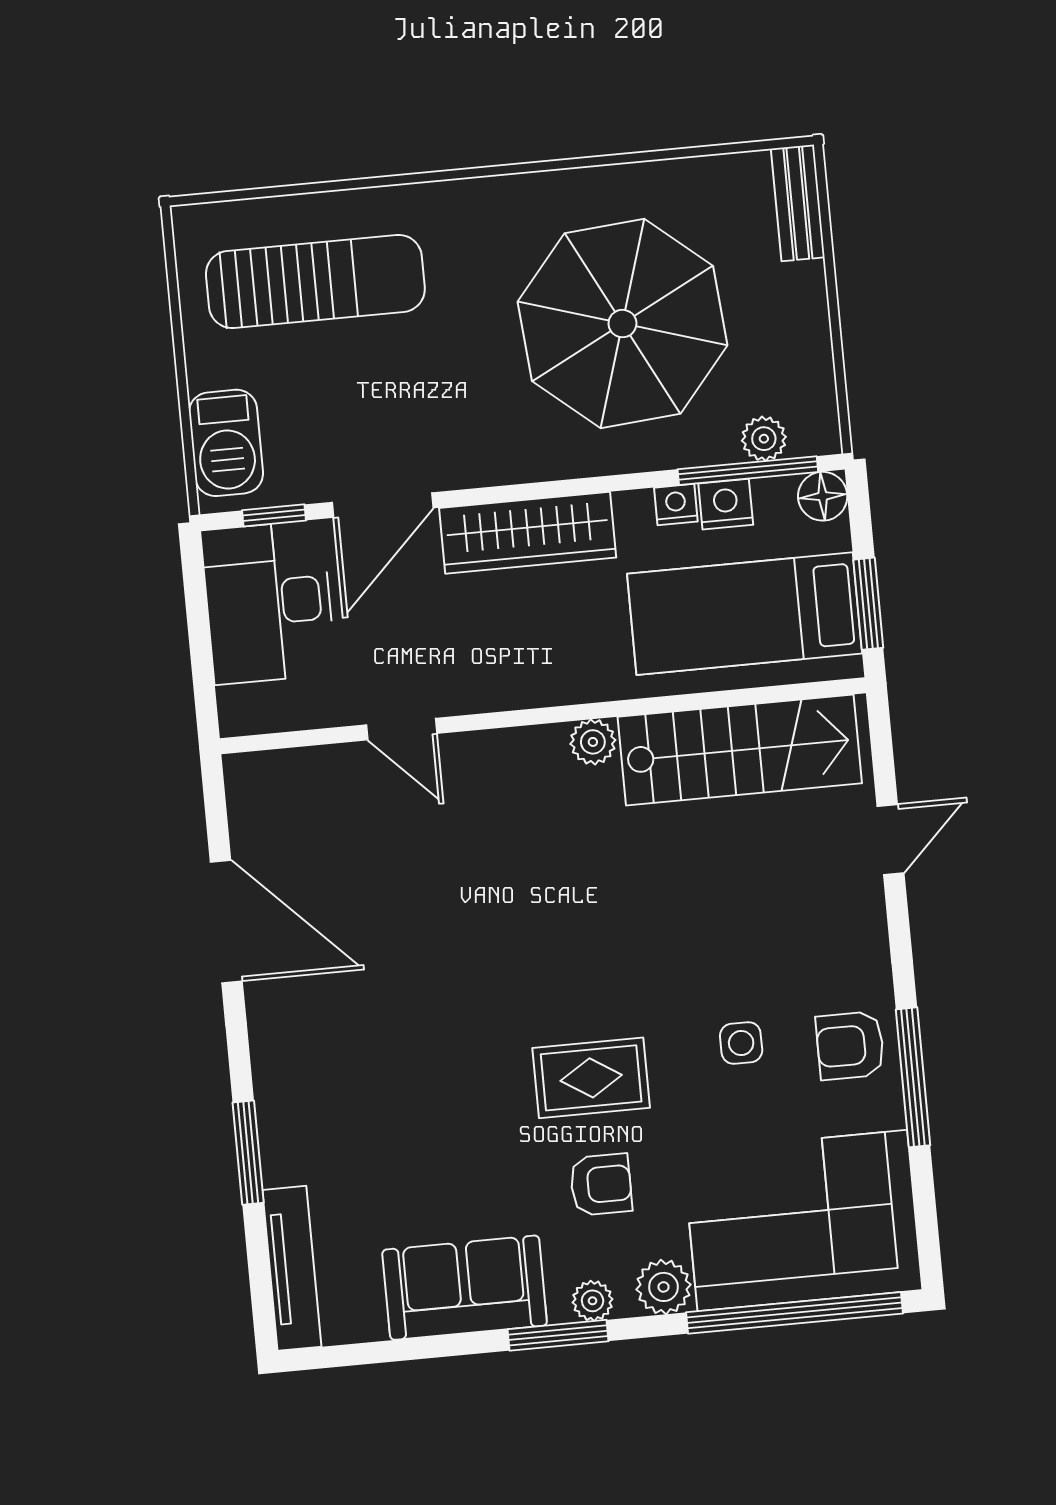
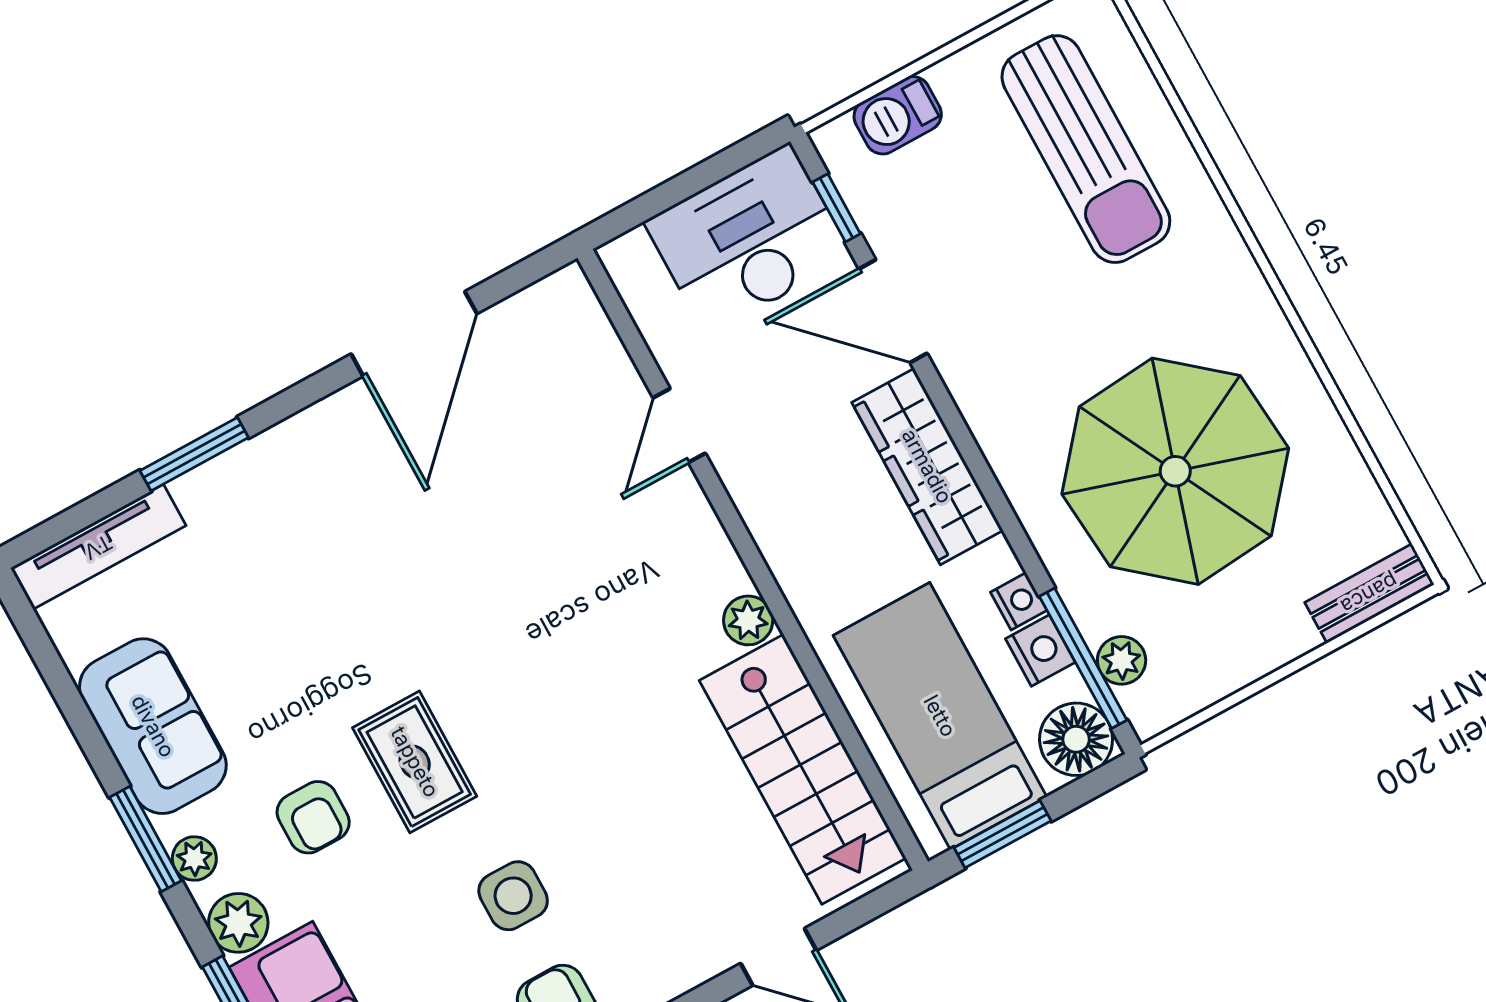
barbecue: (226, 443) -> (898, 115), width x0.73, depth x0.79
floor lamp: (823, 496) -> (1076, 739), width x1.38, depth x1.38
side table: (741, 1043) -> (513, 896), width x1.37, depth x1.37

